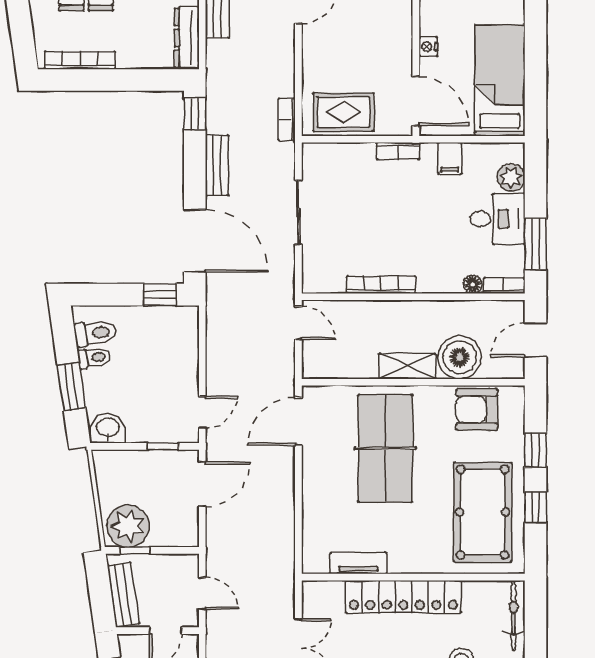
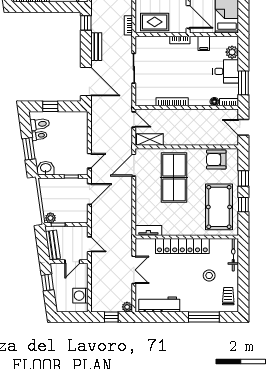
window: (160, 295) -> (50, 106), moved
door: (535, 340) -> (243, 127), hinge flipped
boiler: (460, 357) -> (208, 135), removed
shelving: (407, 366) -> (150, 139), moved
plant: (128, 526) -> (50, 218), width x0.53, depth x0.53
tv unit: (358, 563) -> (148, 231), moved

